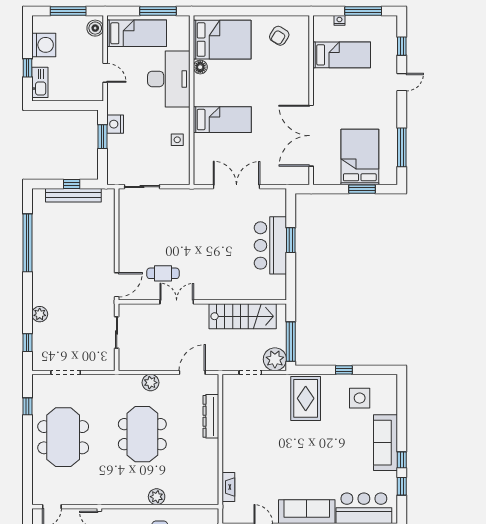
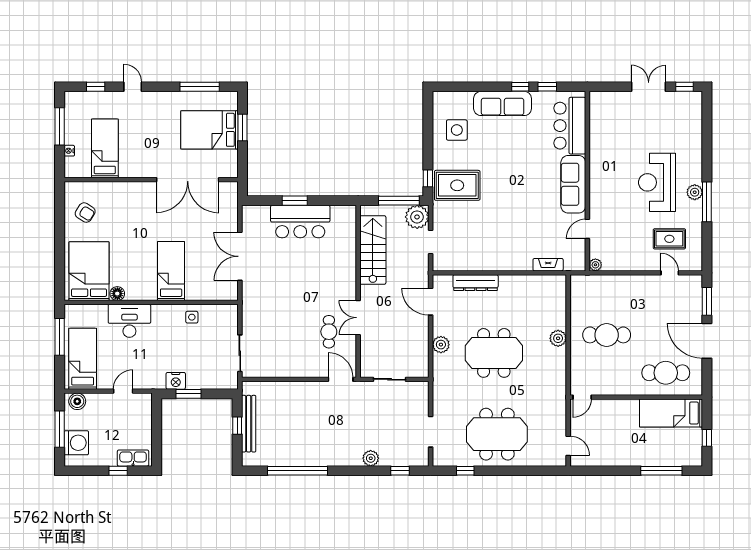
washing machine: (44, 45) -> (76, 443), moved, turned 90
desk: (169, 79) -> (129, 321), width x0.73, depth x0.77
window: (344, 370) -> (428, 178), moved

